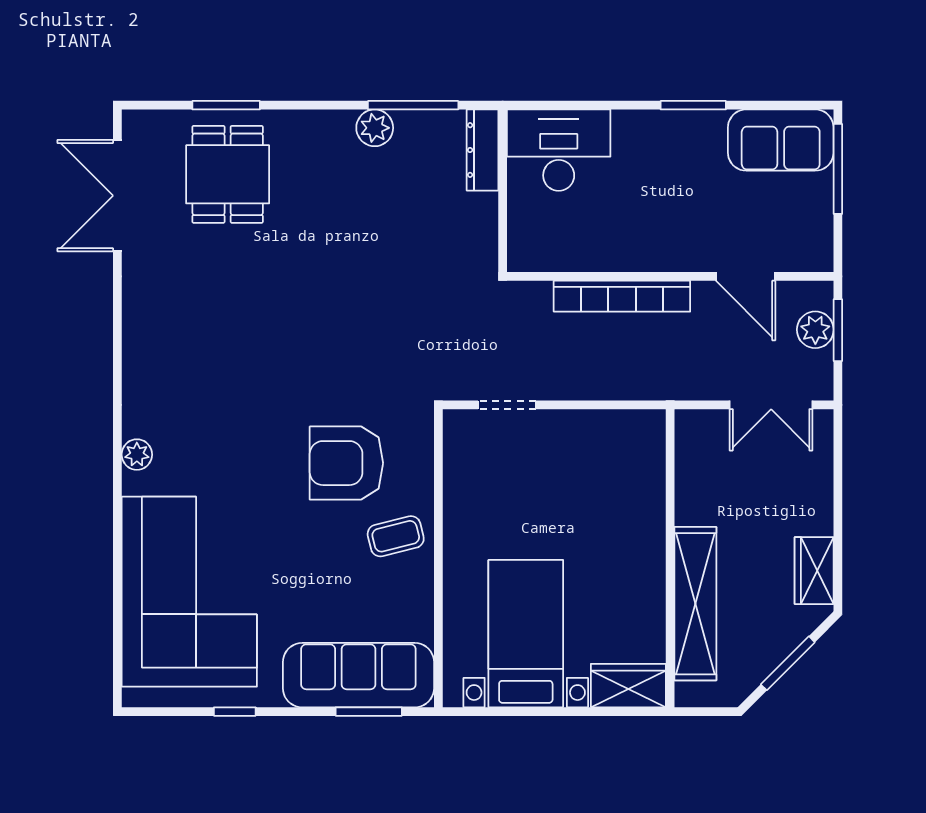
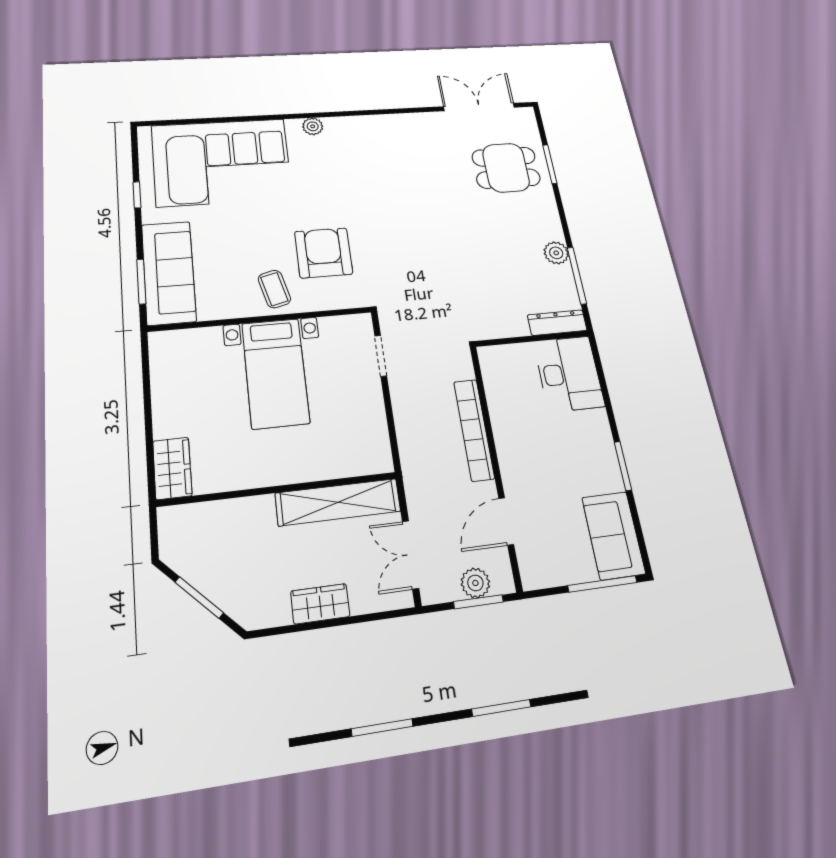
wardrobe: (814, 571) -> (320, 604), moved
shelving: (695, 604) -> (338, 502), moved
bed with nightstands: (526, 634) -> (275, 373), moved, turned 90

